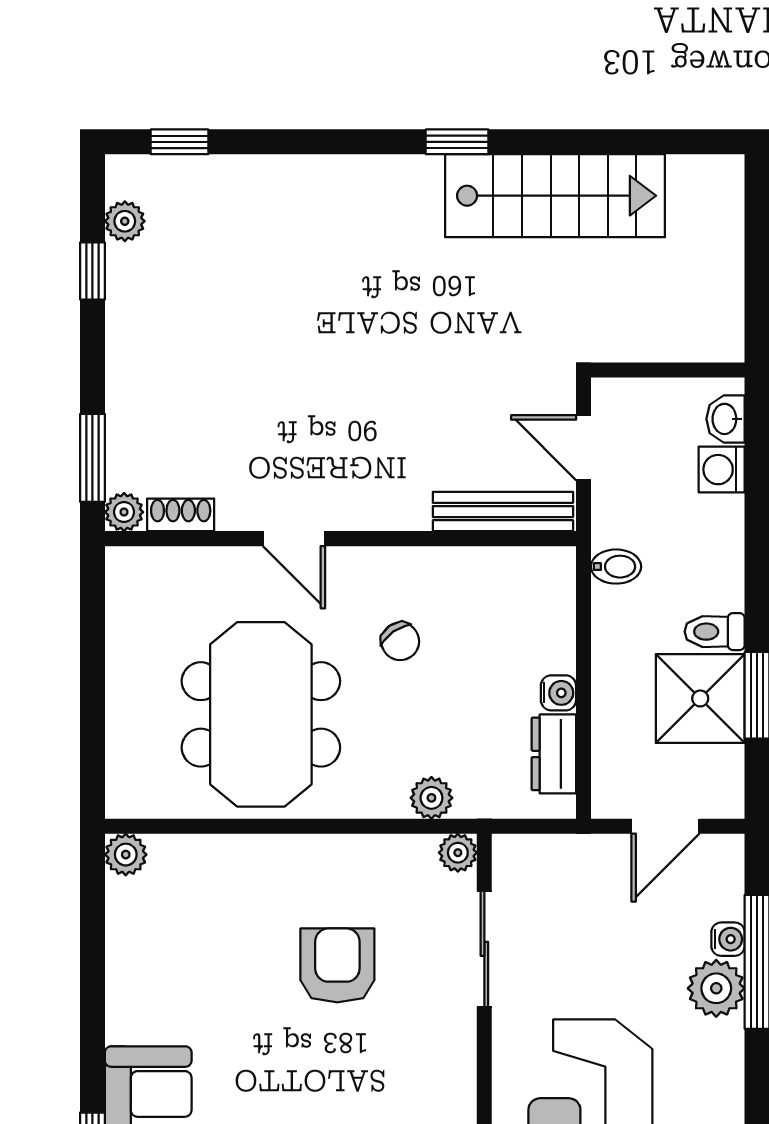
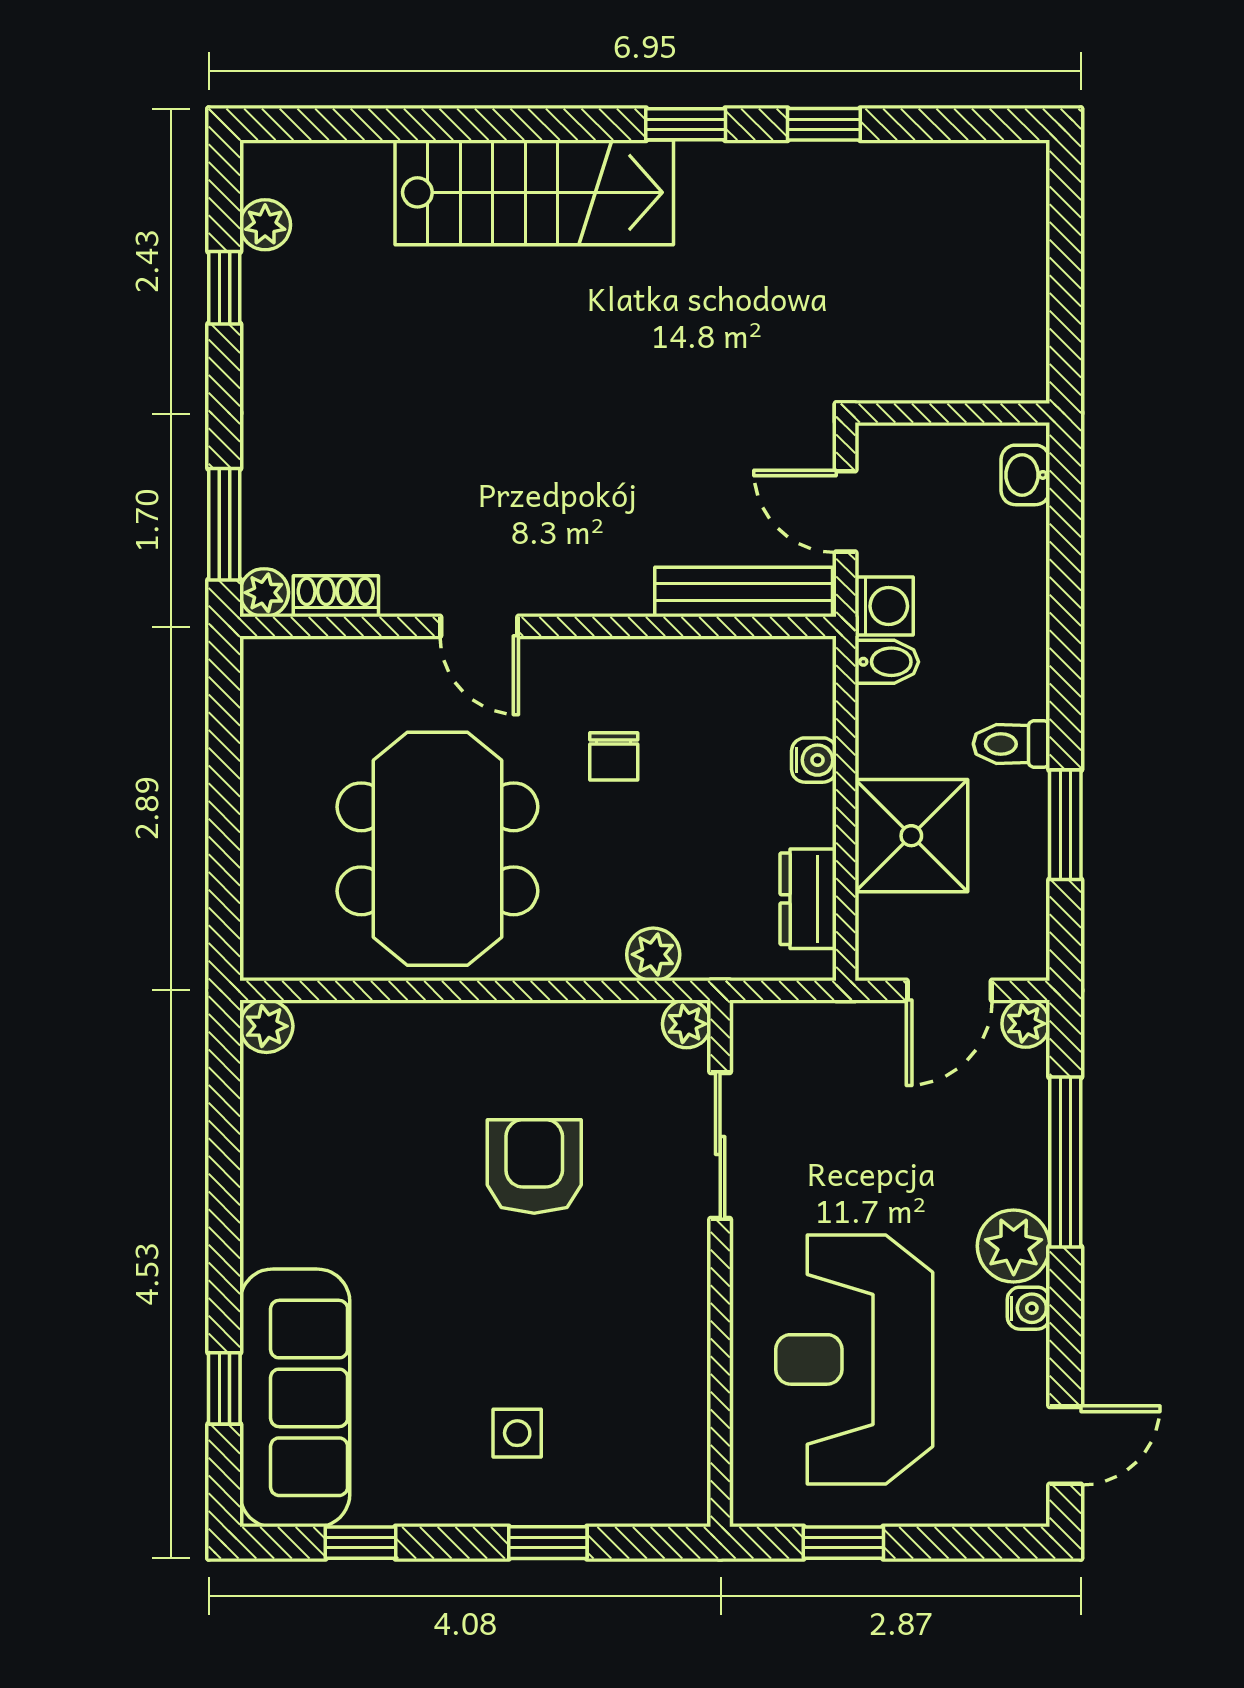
window: (179, 142) -> (824, 124), moved
stairs: (555, 196) -> (534, 192), moved
washing machine: (722, 470) -> (884, 606), moved, turned 180
chair: (400, 641) -> (614, 756), turned 35
water cooler: (558, 693) -> (814, 760), moved
shower: (700, 698) -> (911, 836), moved
plant: (726, 852) -> (1026, 1024), added
water cooler: (728, 939) -> (1028, 1308), moved
plant: (716, 988) -> (1014, 1246), moved

